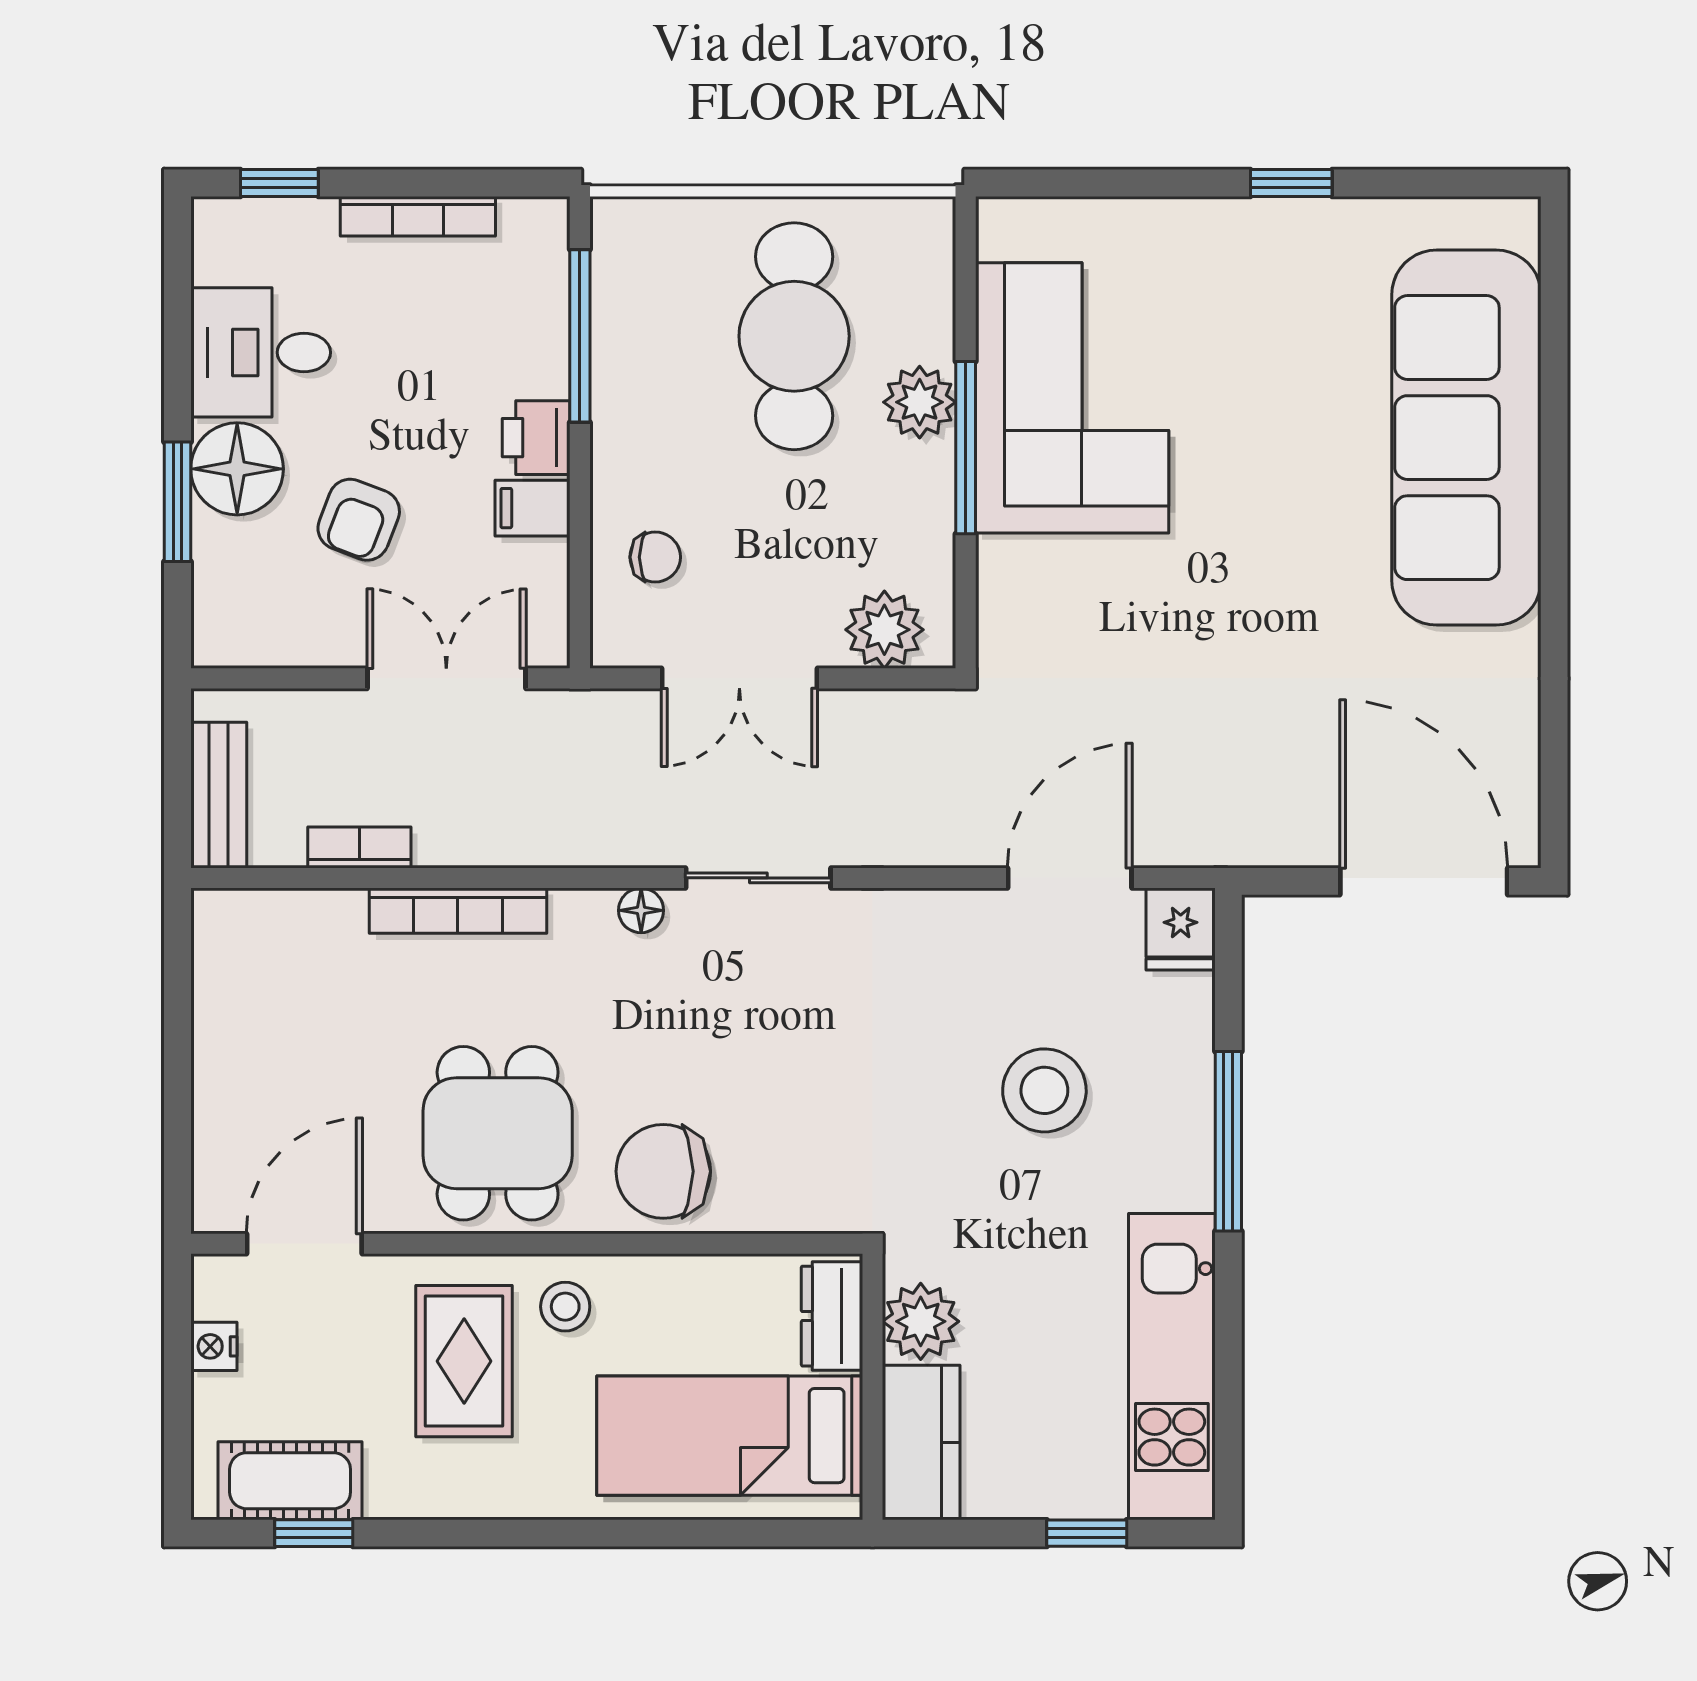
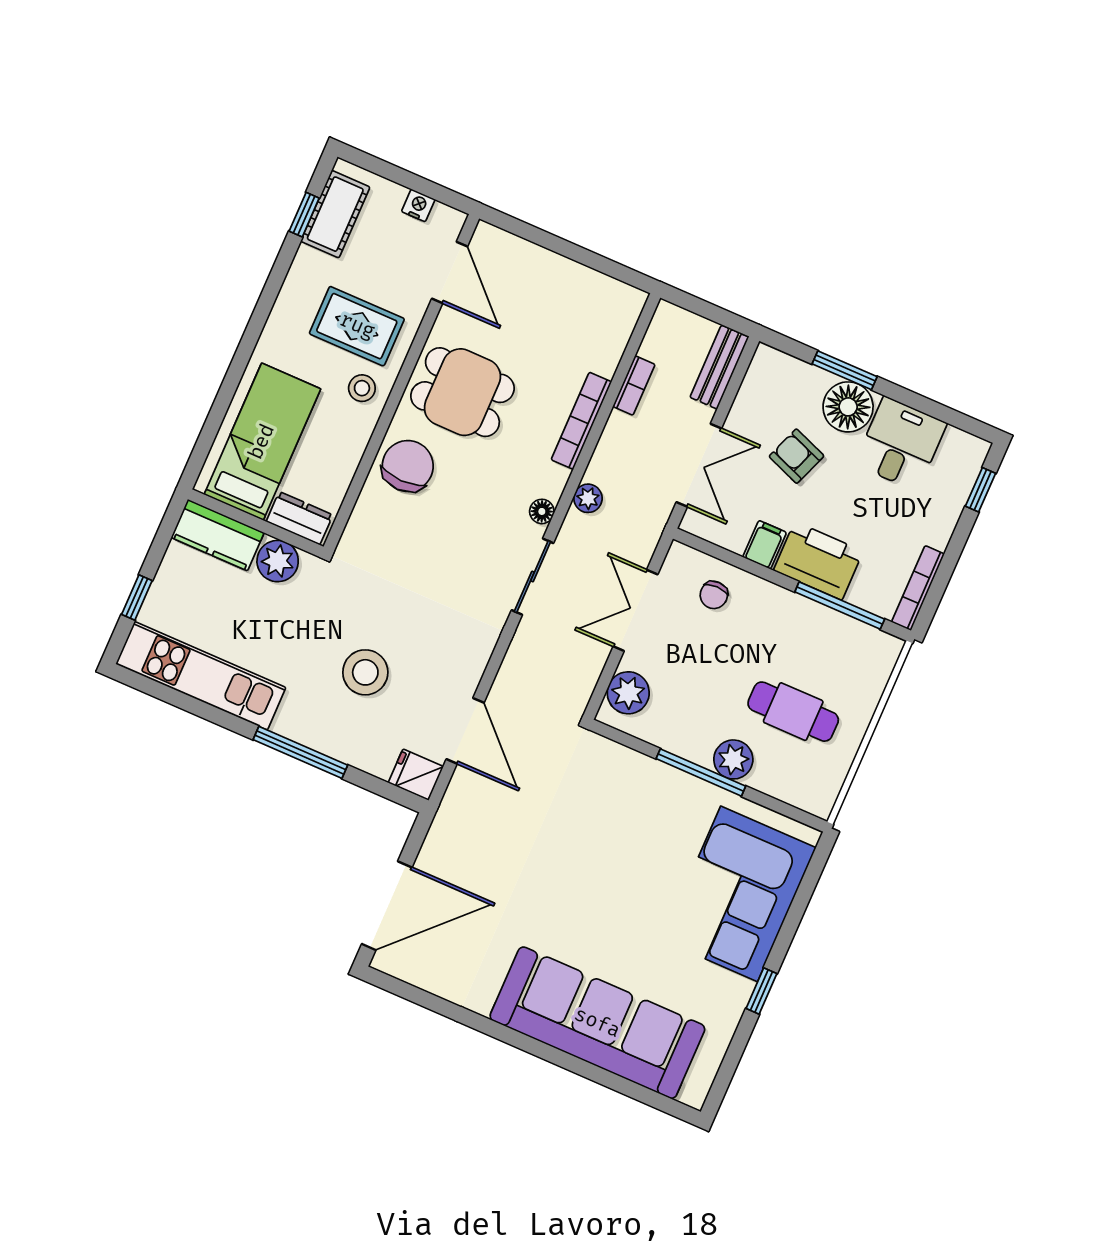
bookcase: (418, 216) -> (918, 588), moved
cafe table: (794, 336) -> (793, 712), width x0.73, depth x0.74
corner sofa: (1072, 398) -> (739, 894), moved, turned 90
printer: (536, 438) -> (818, 561), width x1.87, depth x1.48
bench: (219, 795) -> (719, 367), moved, turned 90
plant: (585, 842) -> (588, 498), added

